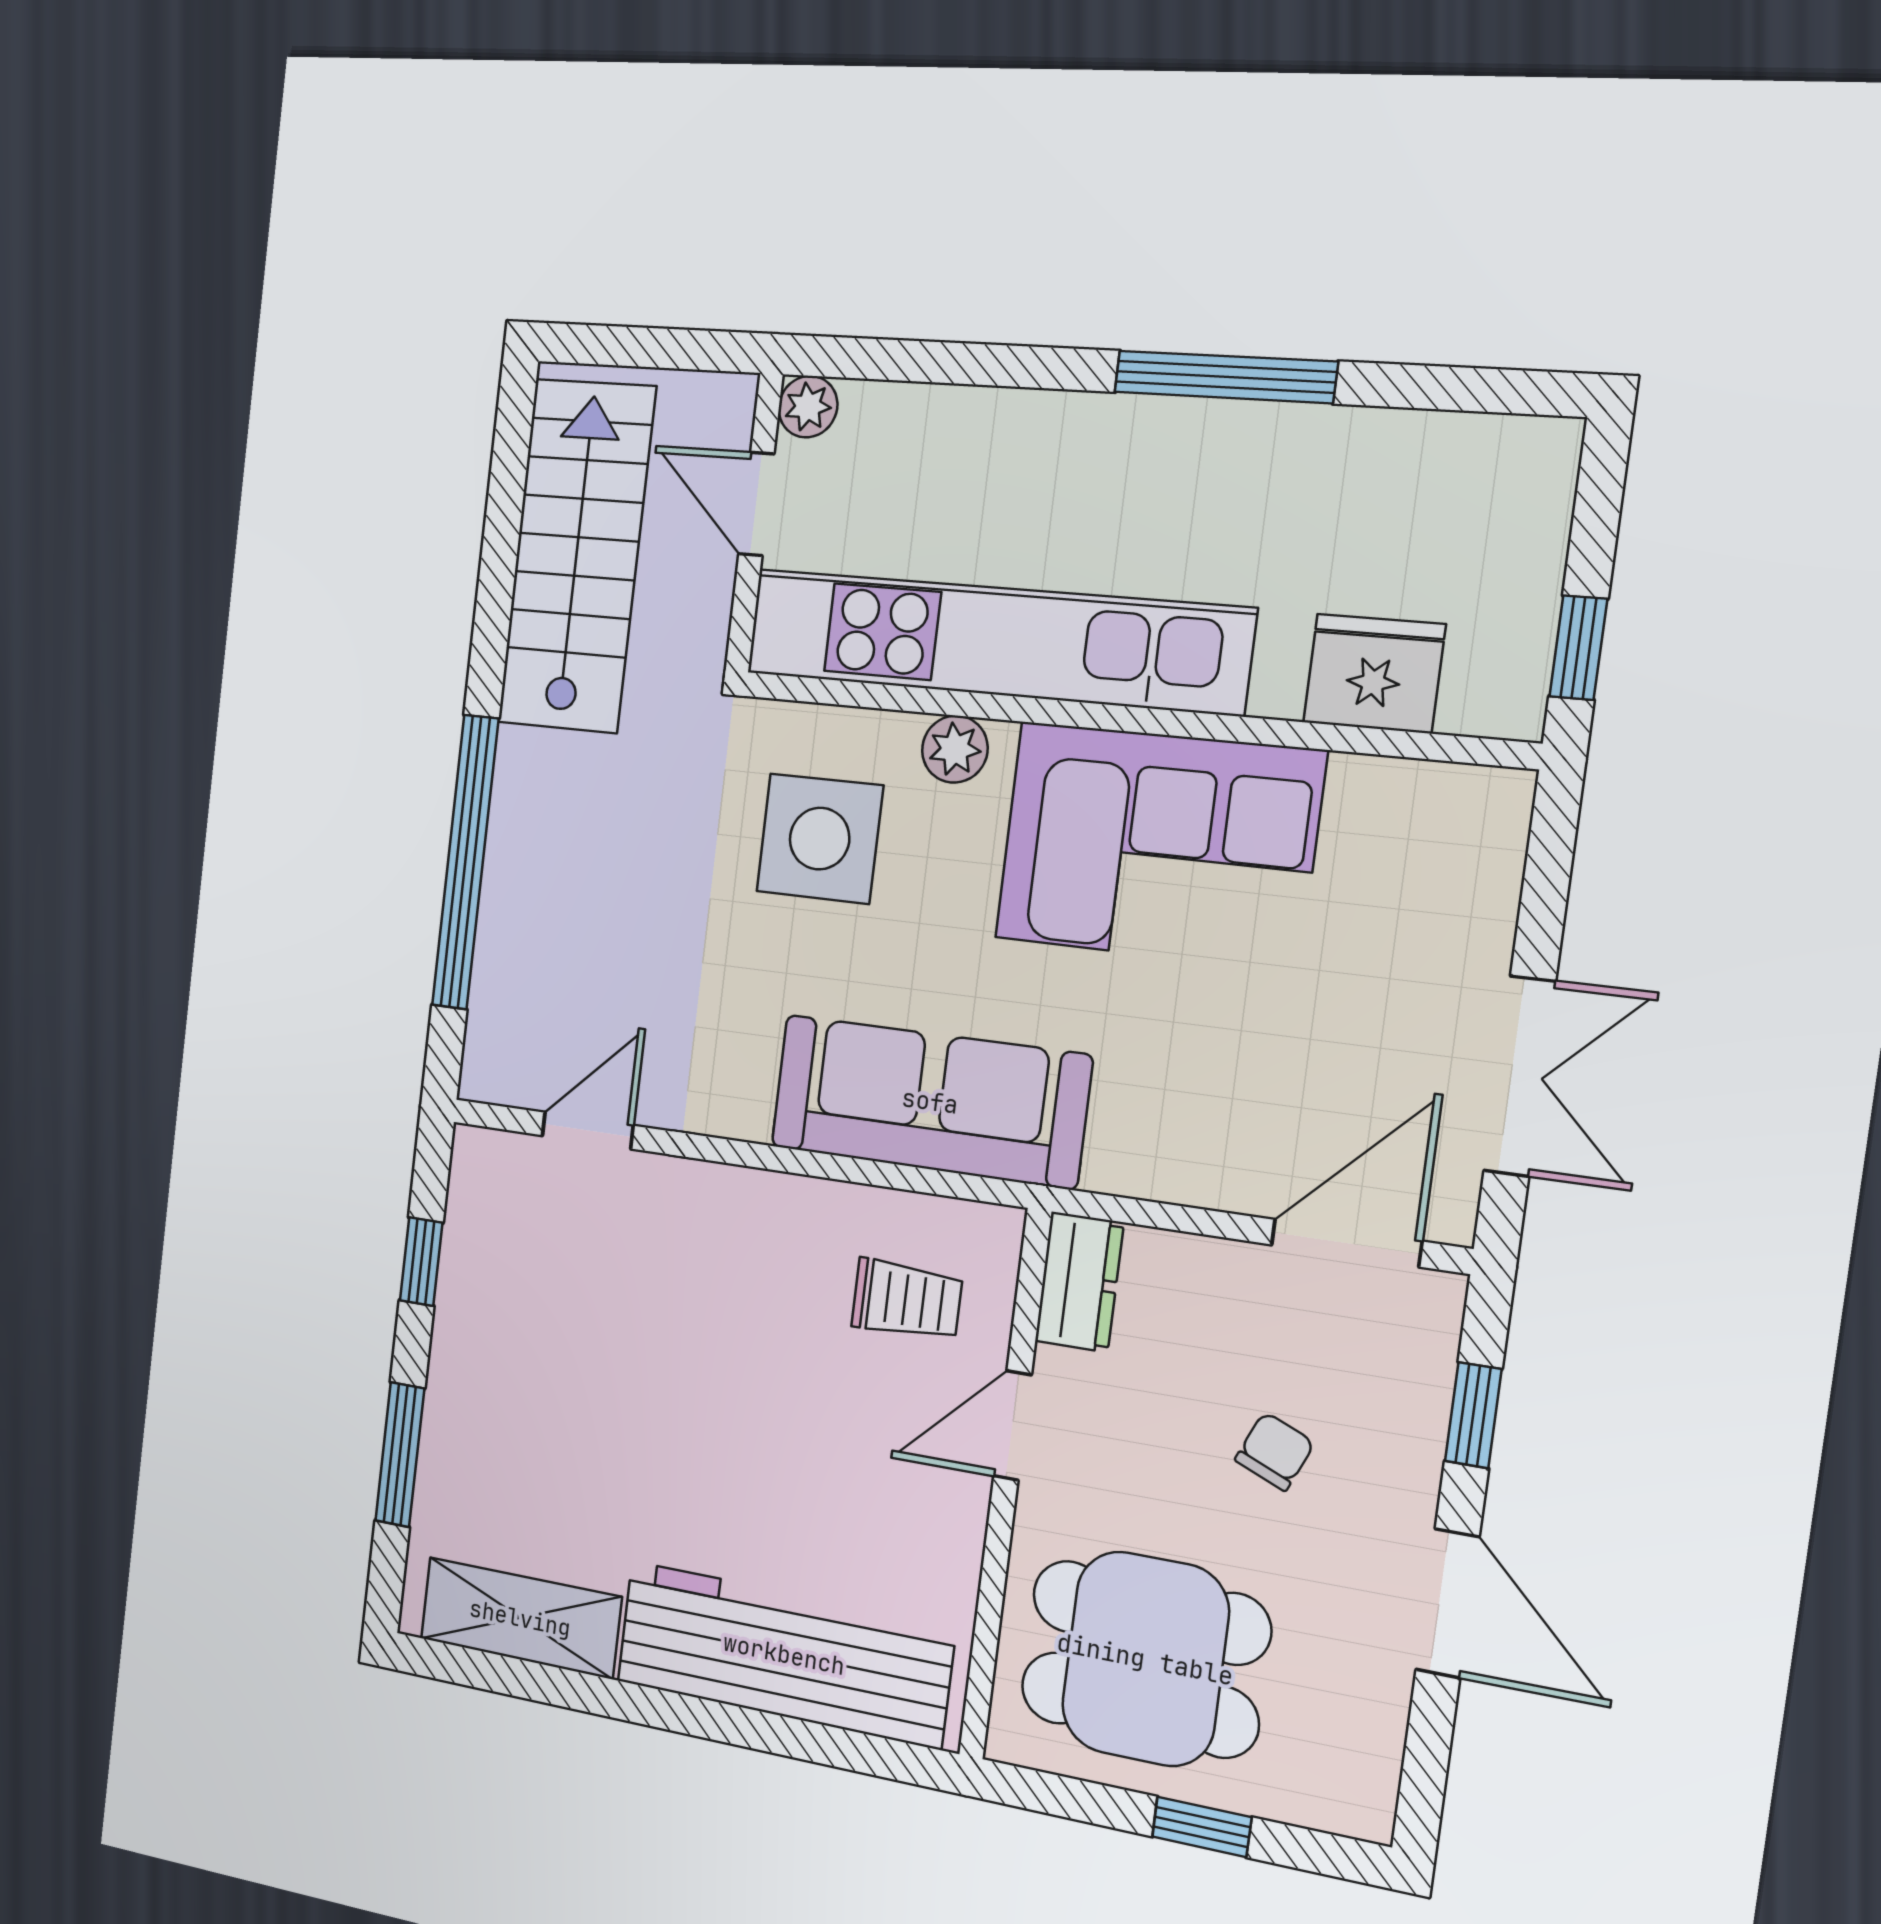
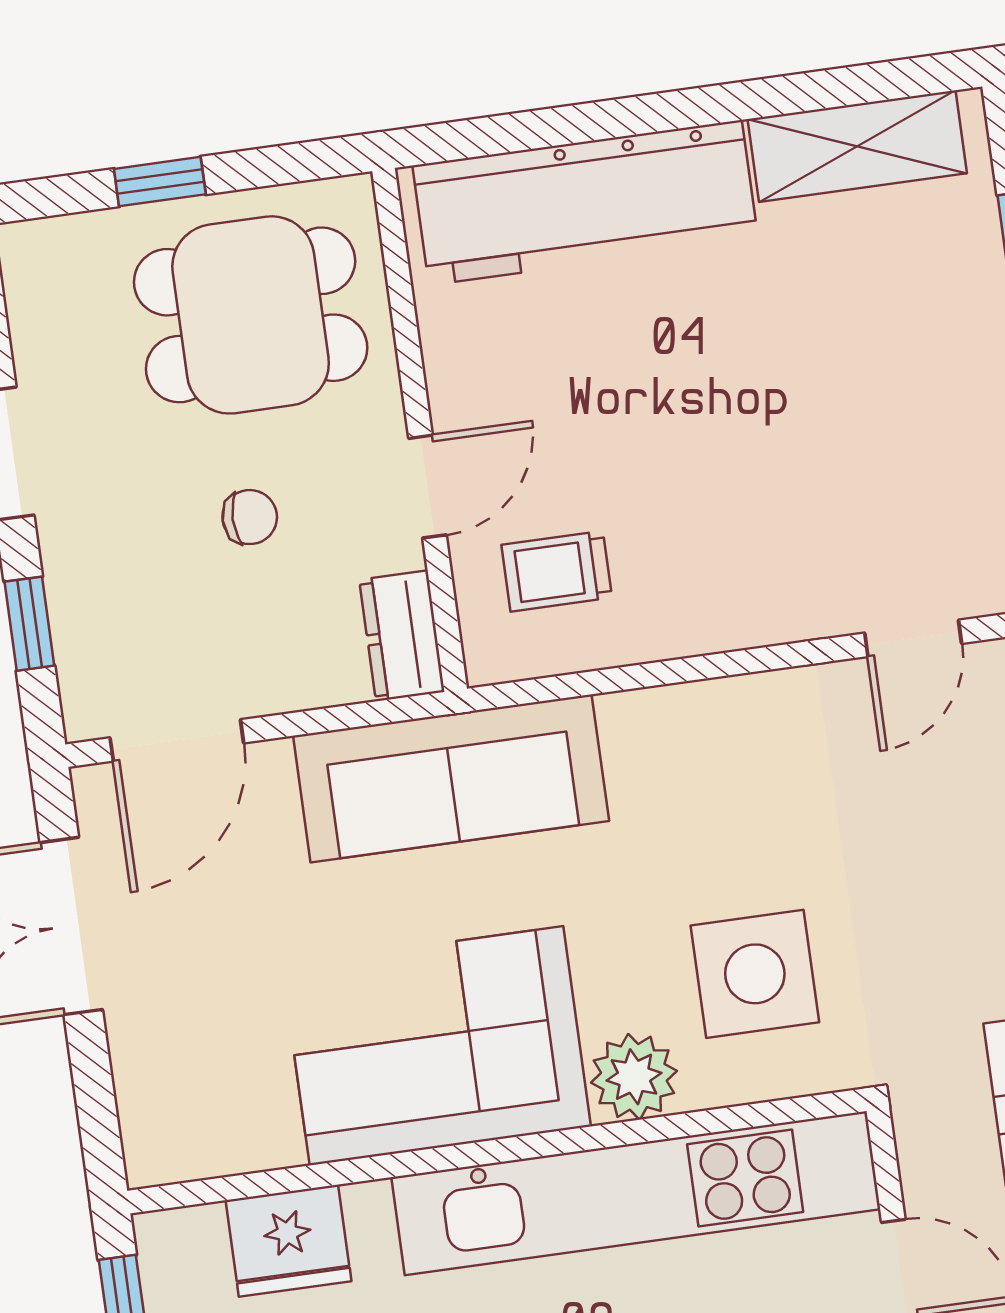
plant: (955, 749) -> (634, 1077), width x1.38, depth x1.38
sofa: (930, 1101) -> (451, 778), moved
chair: (1275, 1451) -> (250, 517), moved, turned -113

